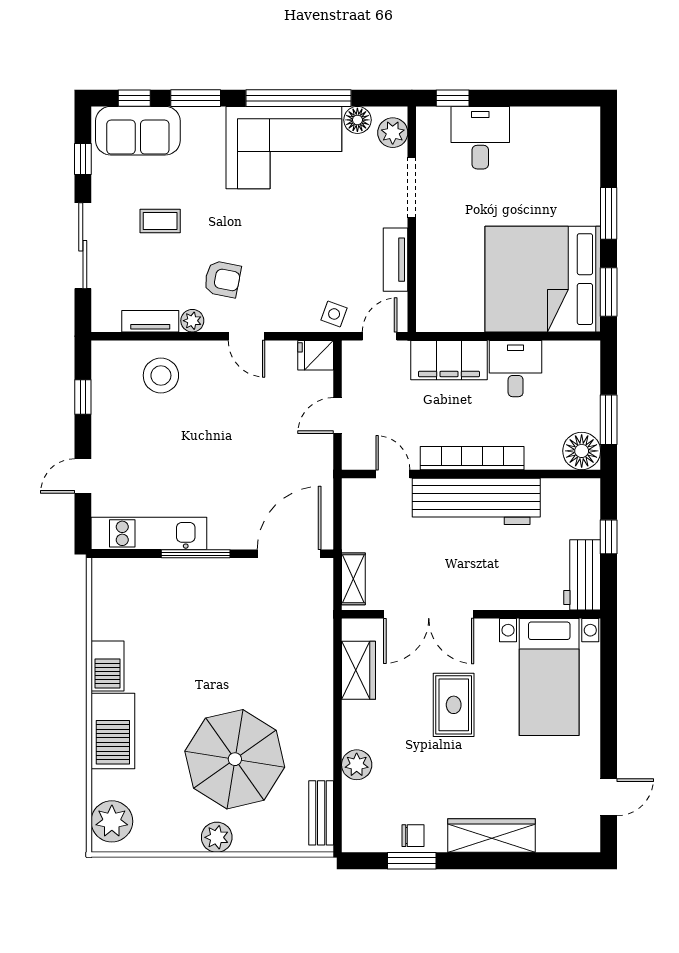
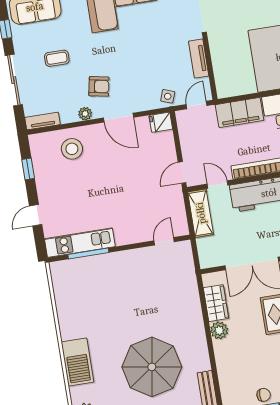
tv unit: (150, 321) -> (43, 121), moved
door: (246, 336) -> (118, 118), width x1.38
door: (337, 416) -> (182, 172), moved
window: (196, 554) -> (88, 254), moved
door: (289, 554) -> (164, 241), width x0.53
shelving: (353, 579) -> (201, 213), moved, width x1.50, depth x1.33
barbecue: (107, 666) -> (68, 324), removed
plant: (357, 765) -> (219, 330), moved

